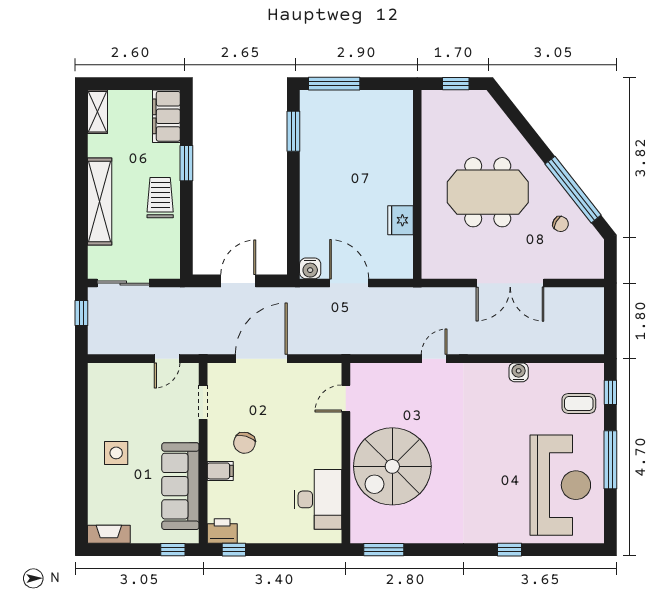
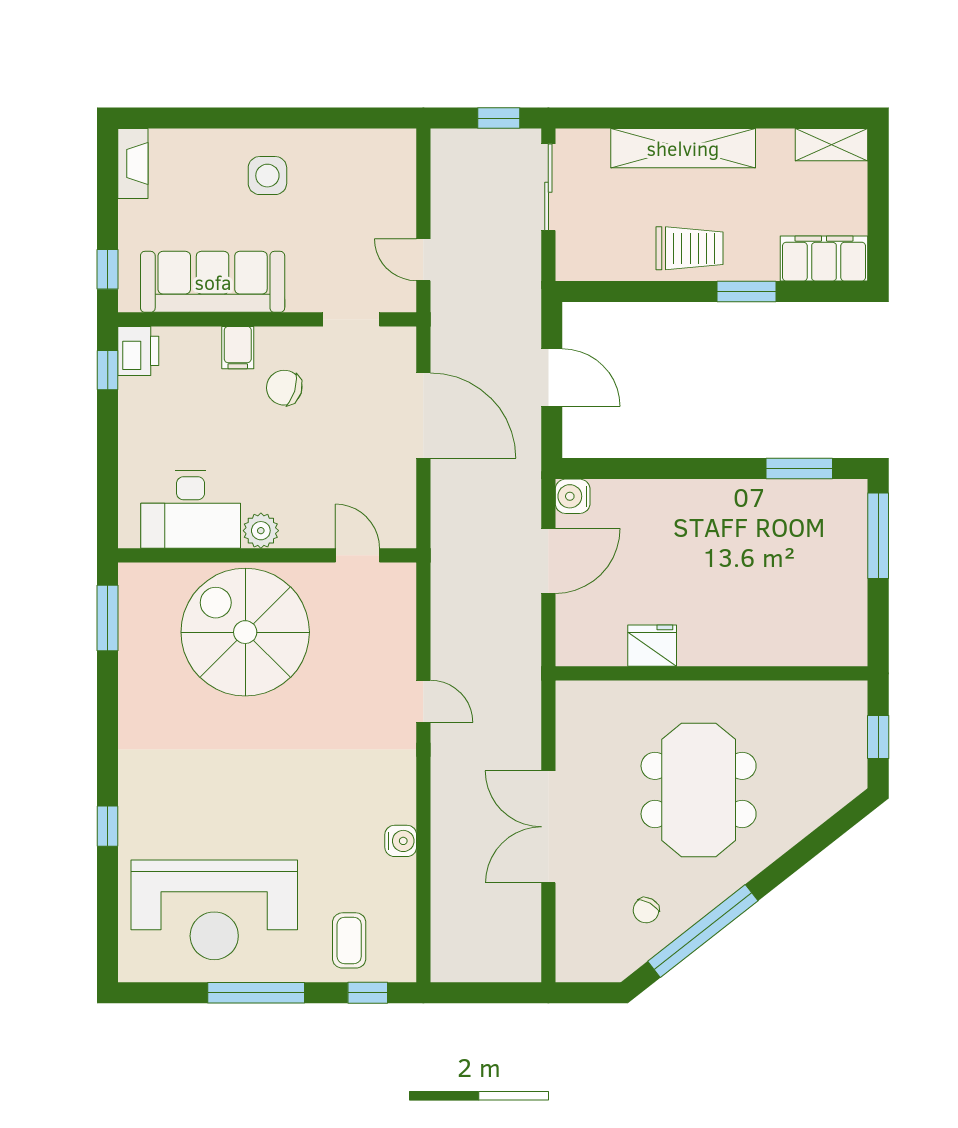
plant: (331, 457) -> (261, 531), added

